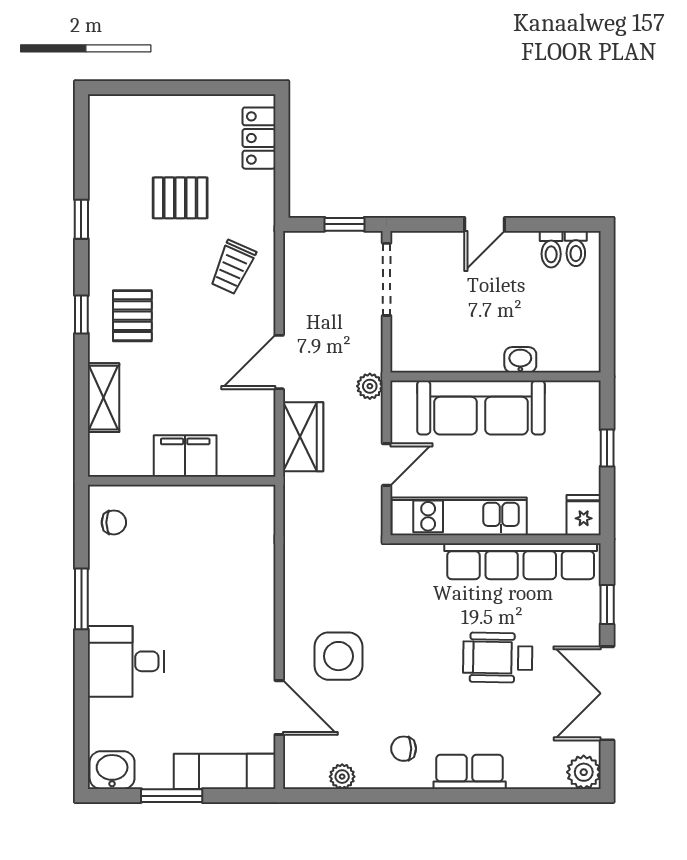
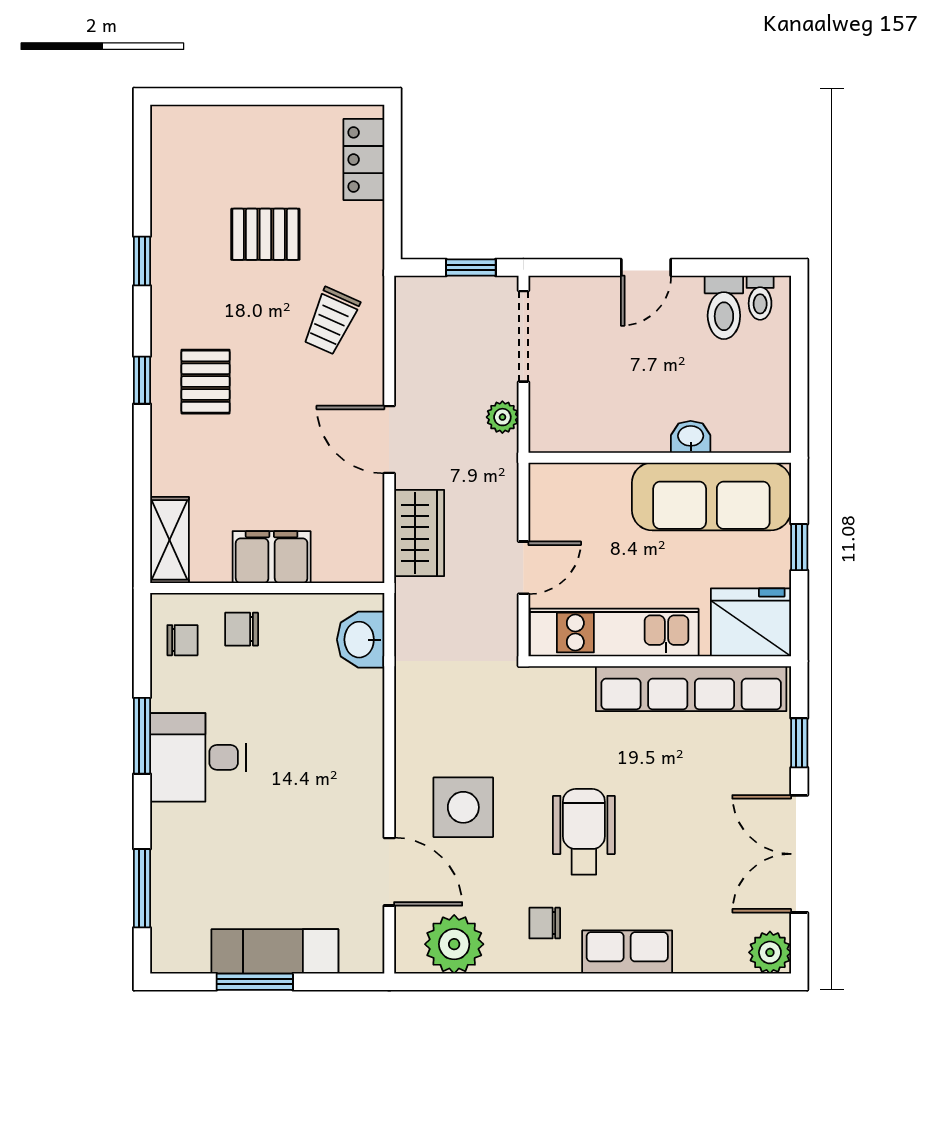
toilet: (551, 249) -> (724, 307), width x1.37, depth x1.39
door: (279, 362) -> (389, 440), hinge flipped
plant: (370, 386) -> (502, 417), moved
shelving: (103, 398) -> (169, 540), moved
sofa: (481, 408) -> (711, 496), moved
chair: (161, 514) -> (242, 629), added
fridge: (584, 515) -> (751, 622), width x1.88, depth x1.34
wheelchair: (498, 658) -> (584, 832), moved, turned 89
desk: (126, 661) -> (198, 757), moved
window: (81, 721) -> (142, 888), added
washbasin: (112, 770) -> (361, 640), moved, turned -90
exam couch: (225, 771) -> (275, 951), moved
plant: (342, 777) -> (454, 944), width x1.88, depth x1.88

